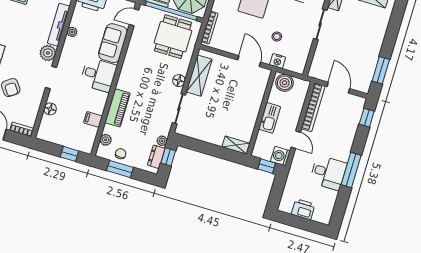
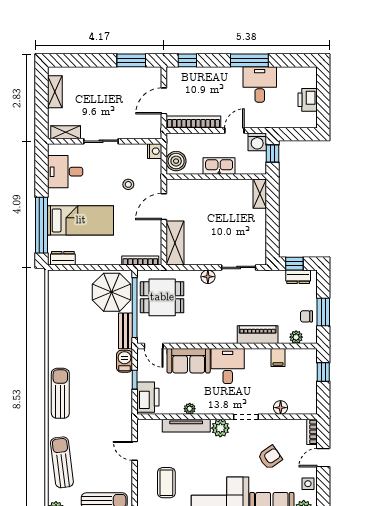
nightstand: (278, 61) -> (155, 151), moved
shelving: (199, 76) -> (175, 243), moved, turned 90
plant: (162, 141) -> (279, 276), removed

